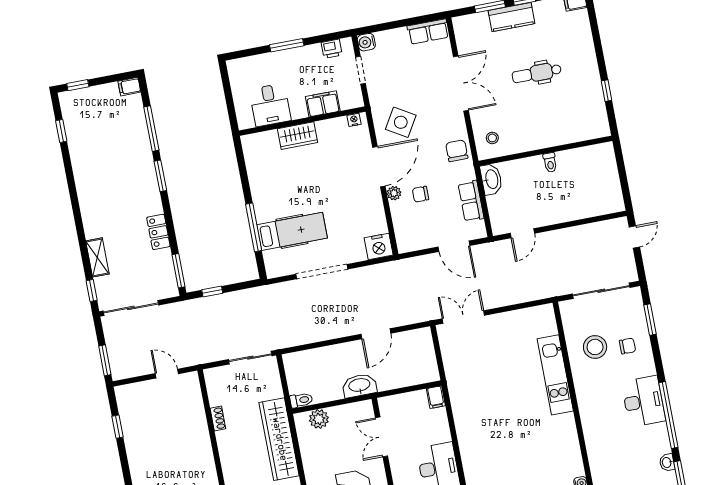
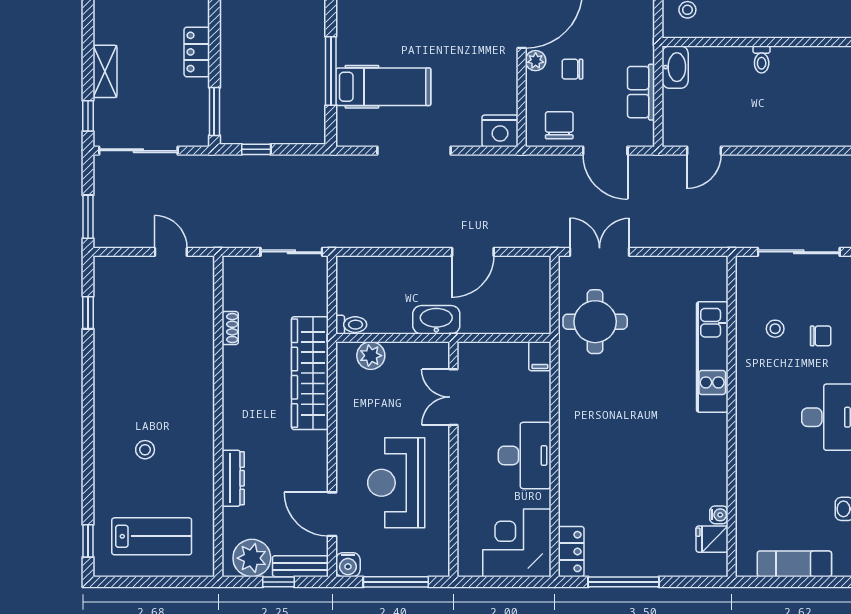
chair: (457, 151) -> (559, 125), moved
stool: (595, 347) -> (775, 329), width x0.53, depth x0.53
round table: (470, 366) -> (595, 322), added

